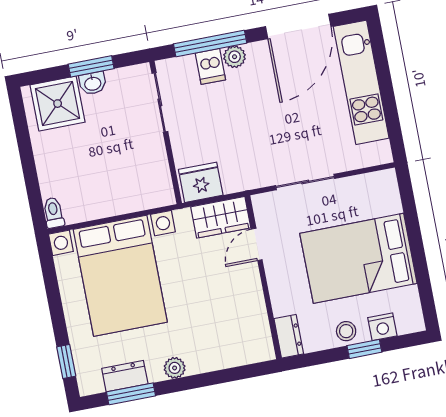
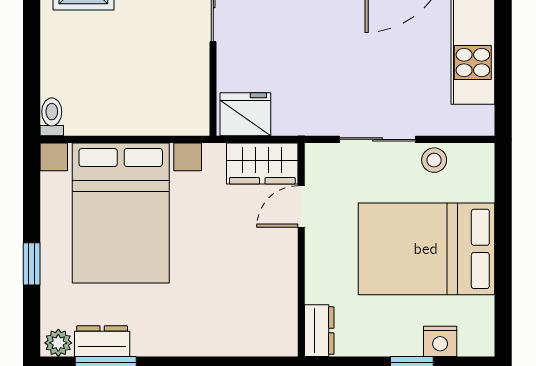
stool: (346, 331) -> (434, 160), moved
window: (66, 362) -> (32, 264), moved
plant: (175, 368) -> (58, 343), moved

